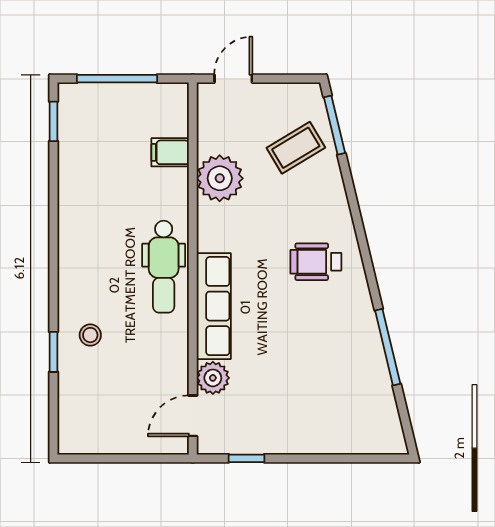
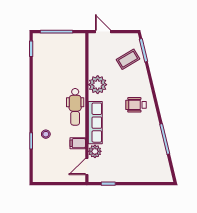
door: (233, 79) -> (103, 32), hinge flipped
filing cabinet: (170, 152) -> (78, 143), moved
plant: (220, 178) -> (98, 85), moved

